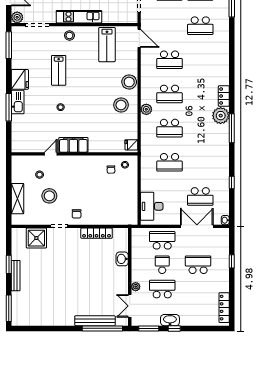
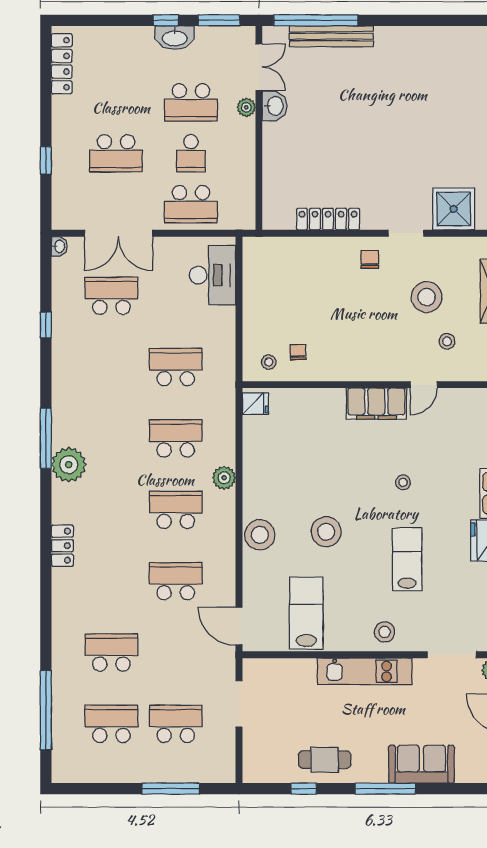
locker: (224, 96) -> (62, 546), moved
stool: (121, 105) -> (326, 532), moved
washbasin: (122, 259) -> (275, 106), moved

